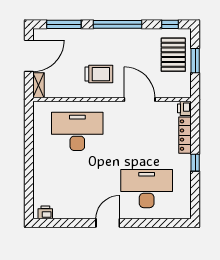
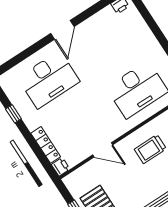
door: (140, 99) -> (103, 150), width x0.73
window: (195, 163) -> (13, 114), moved

